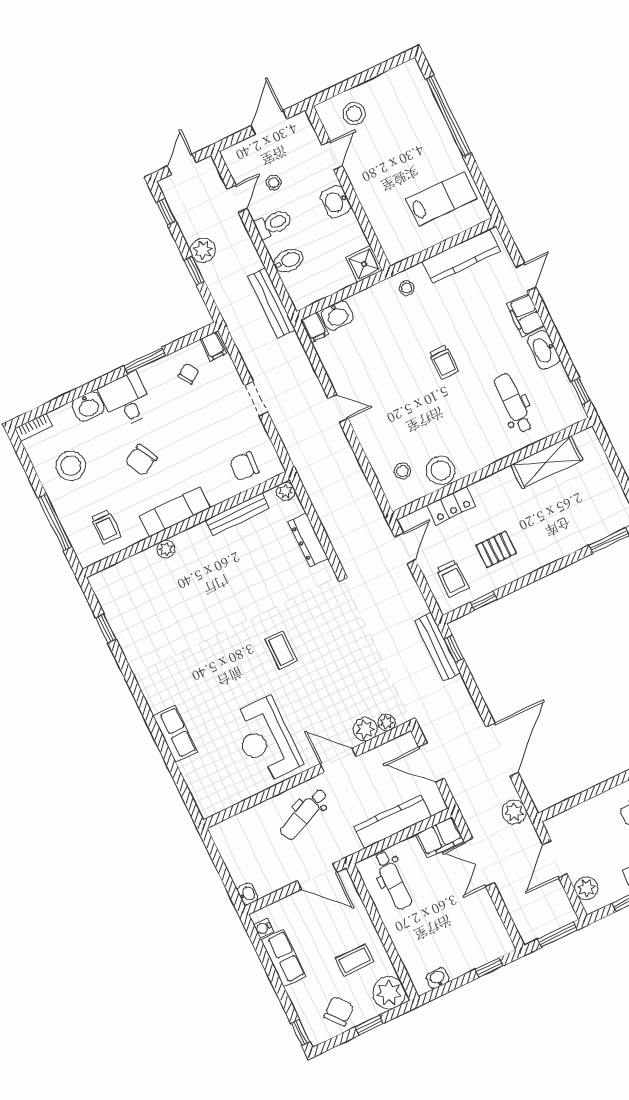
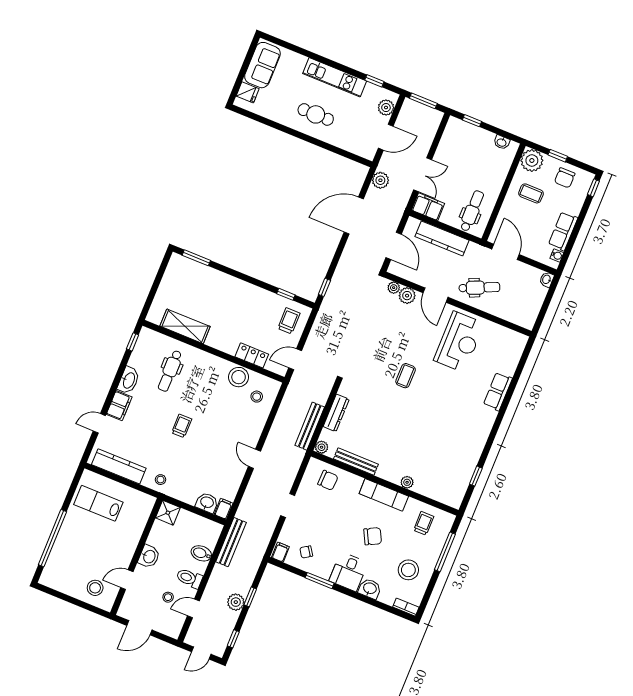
pallet: (496, 549) -> (253, 312), removed
bench: (437, 647) -> (310, 426), moved
chair: (339, 1011) -> (565, 178), turned -50

